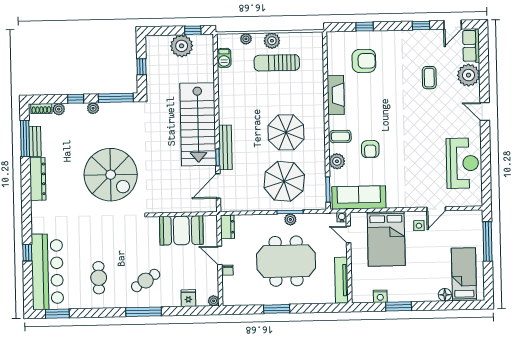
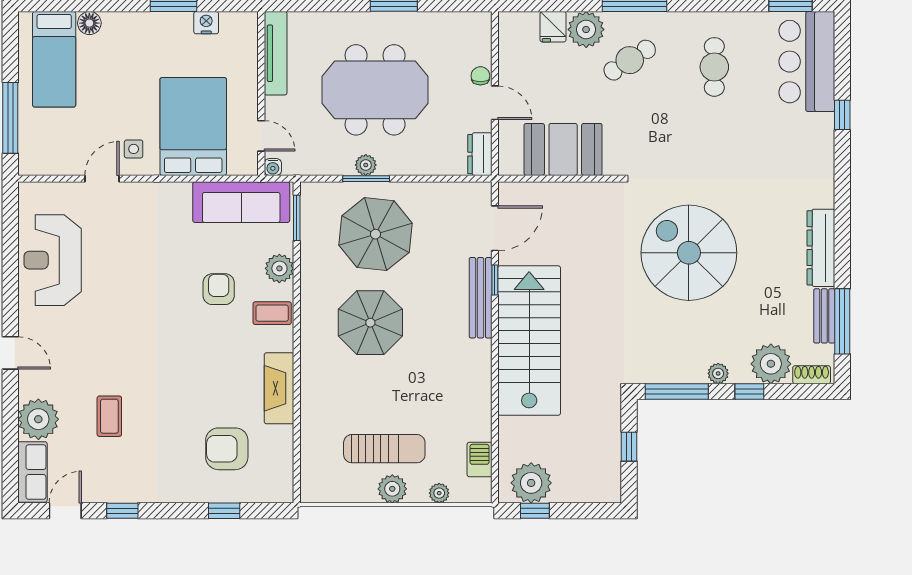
plant: (182, 46) -> (531, 483), moved
plant: (59, 109) -> (771, 364), width x1.87, depth x1.87
bar counter: (47, 272) -> (807, 62), width x0.73
plant: (214, 301) -> (586, 29), moved, width x1.88, depth x1.88

